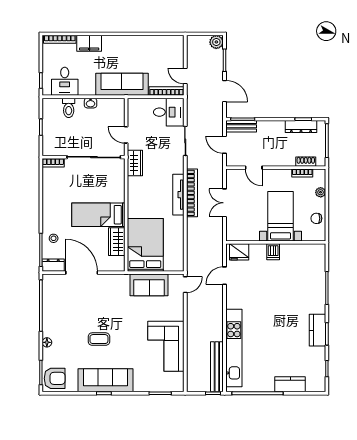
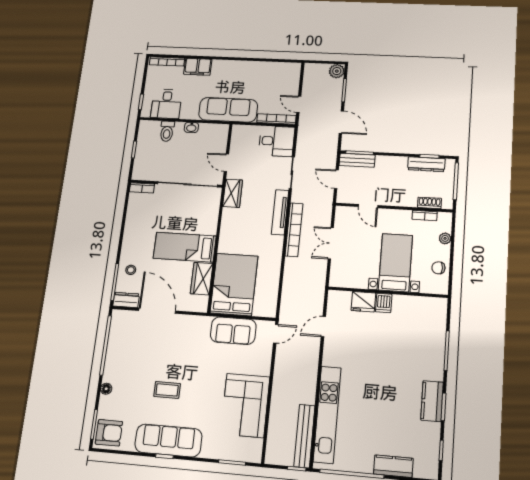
tv unit: (178, 195) -> (280, 212), moved
fridge: (239, 252) -> (363, 302), moved

